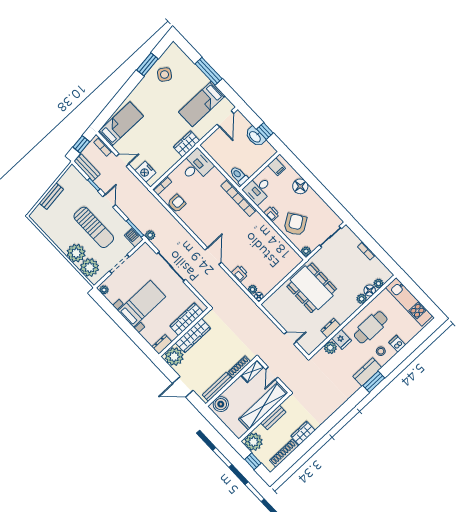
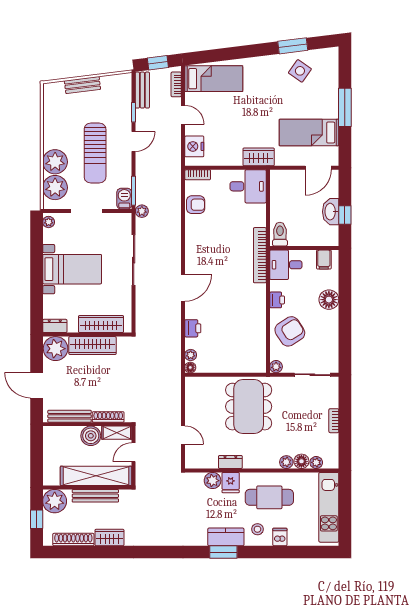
boiler: (221, 404) -> (91, 436), moved
bench: (273, 417) -> (95, 496), width x1.36

